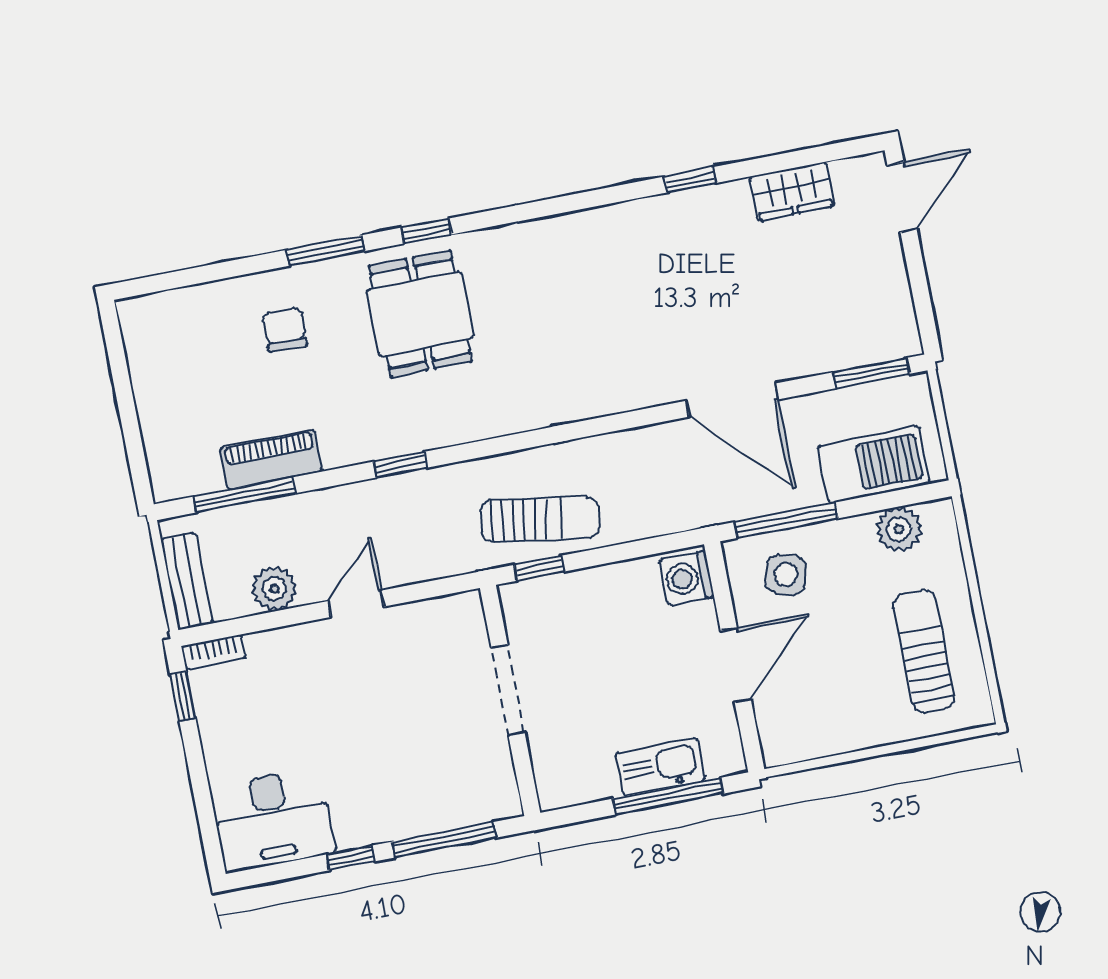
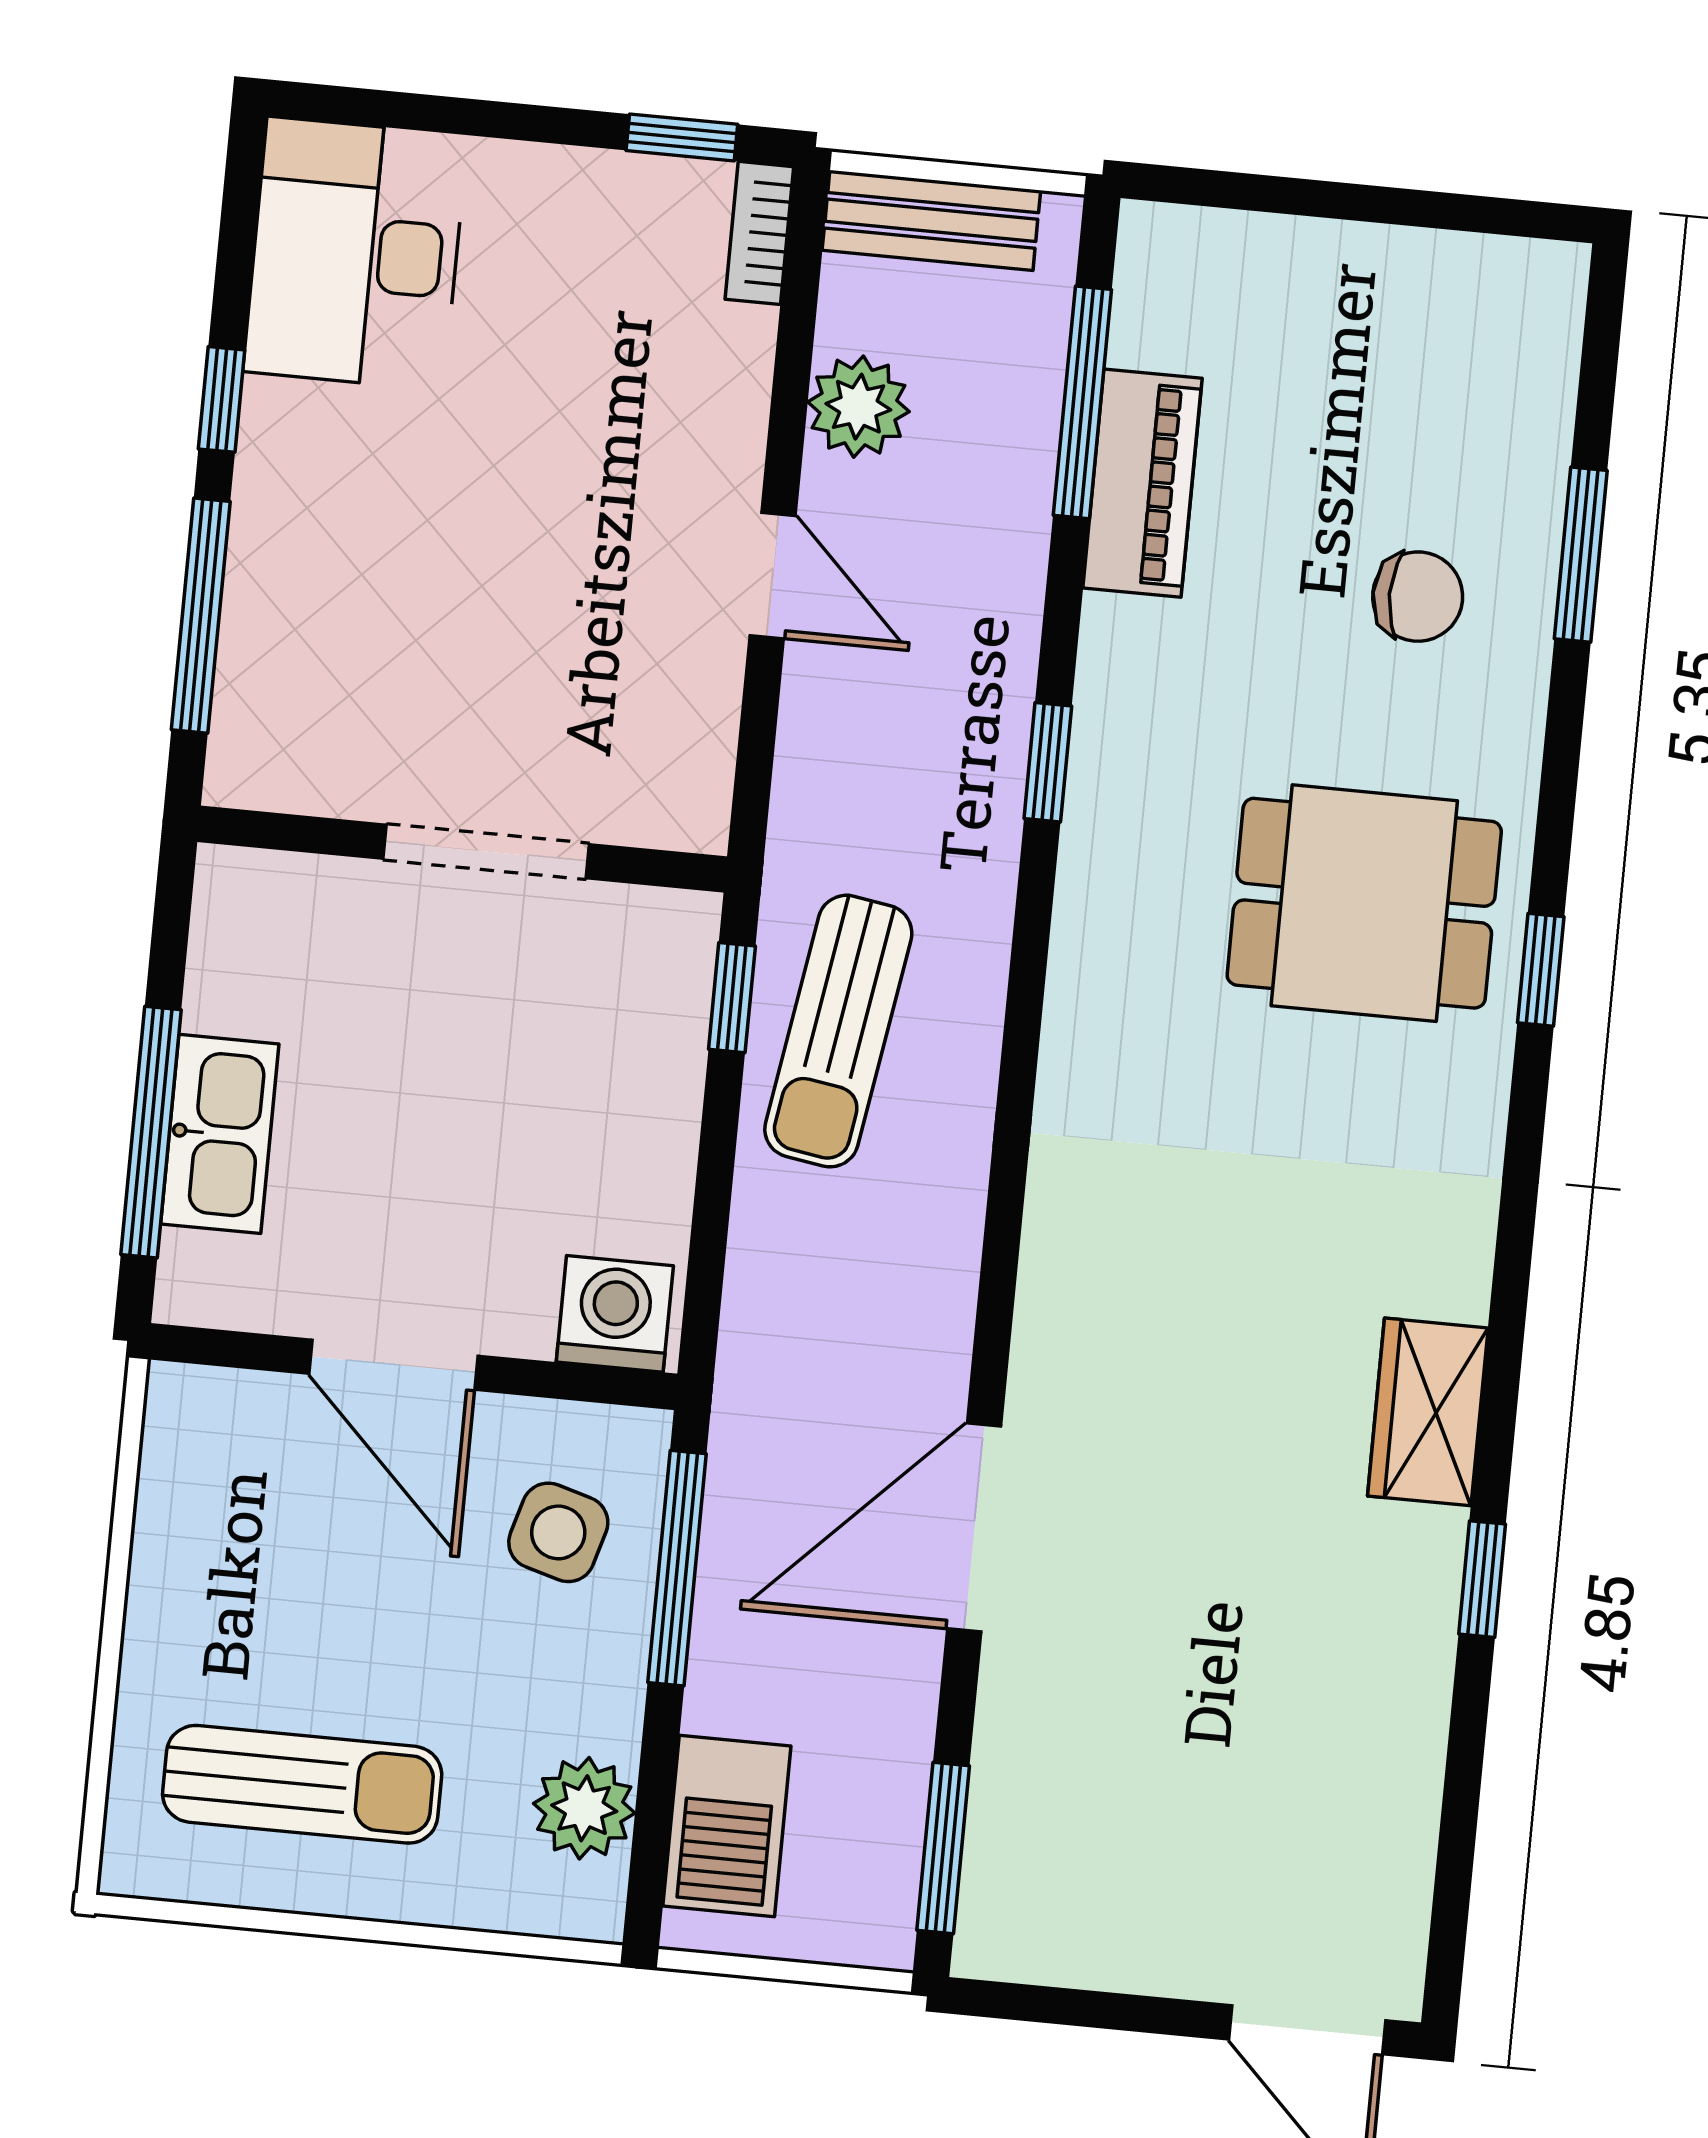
wardrobe: (792, 191) -> (1428, 1412), moved
window: (325, 251) -> (1581, 555), moved
barbecue: (874, 465) -> (727, 1826), width x0.73, depth x0.83

